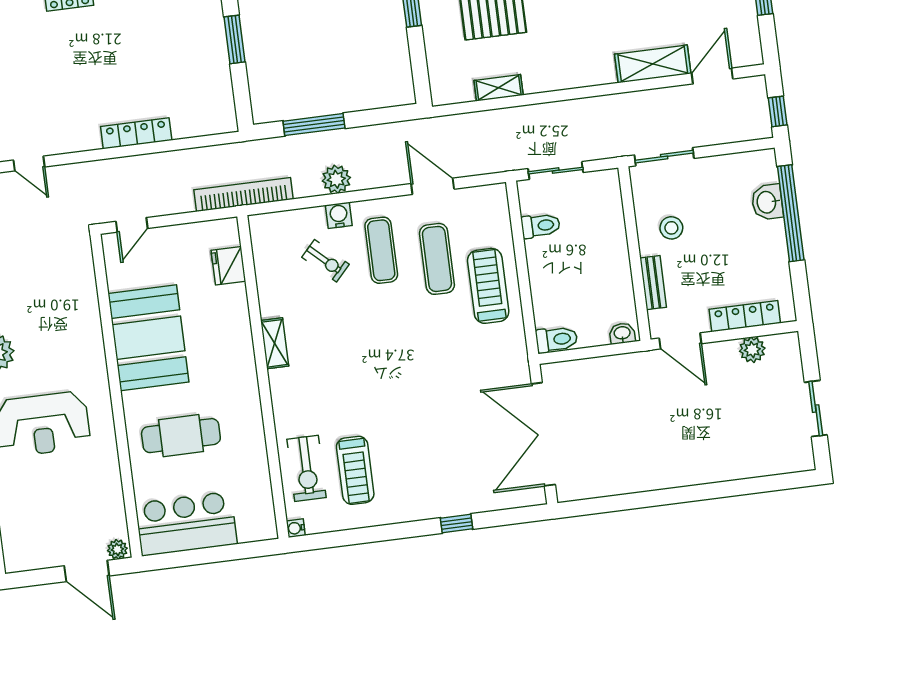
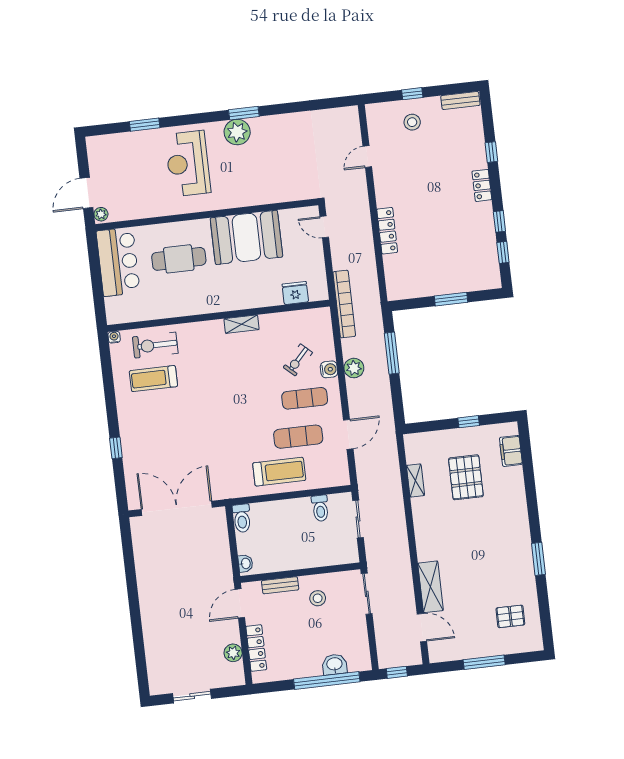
cafe table: (181, 436) -> (179, 259), turned 90

